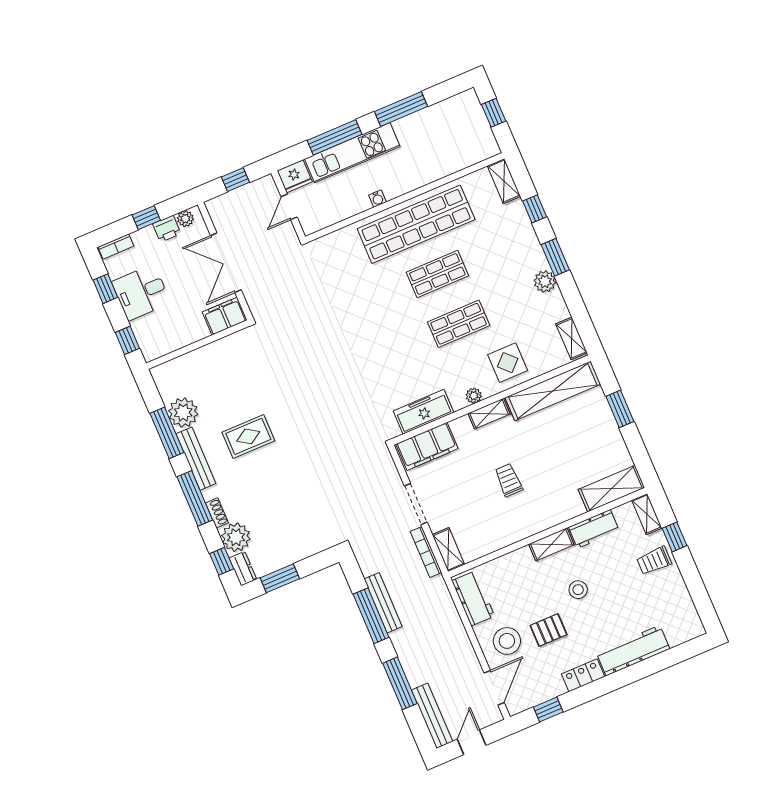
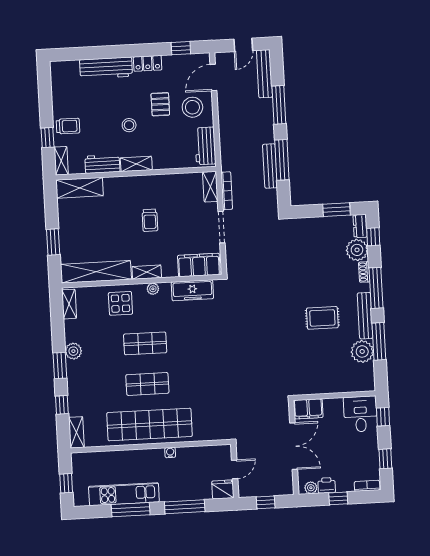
kitchen unit: (352, 153) -> (124, 494), moved
desk: (141, 292) -> (360, 414), moved, turned -90
pallet: (548, 630) -> (160, 104), turned 90

